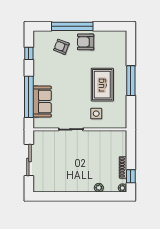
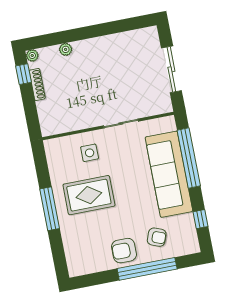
armchair: (86, 42) -> (124, 251), turned 180
rug: (102, 85) -> (89, 195), turned 90
sofa: (42, 101) -> (169, 174), width x1.85, depth x1.27

